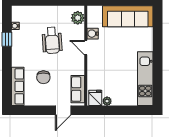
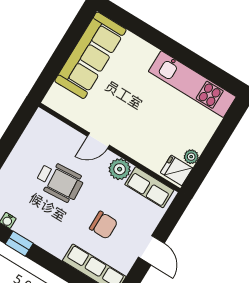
plant: (78, 18) -> (120, 169), moved
water cooler: (93, 34) -> (85, 119), removed
door: (63, 110) -> (151, 250), moved

